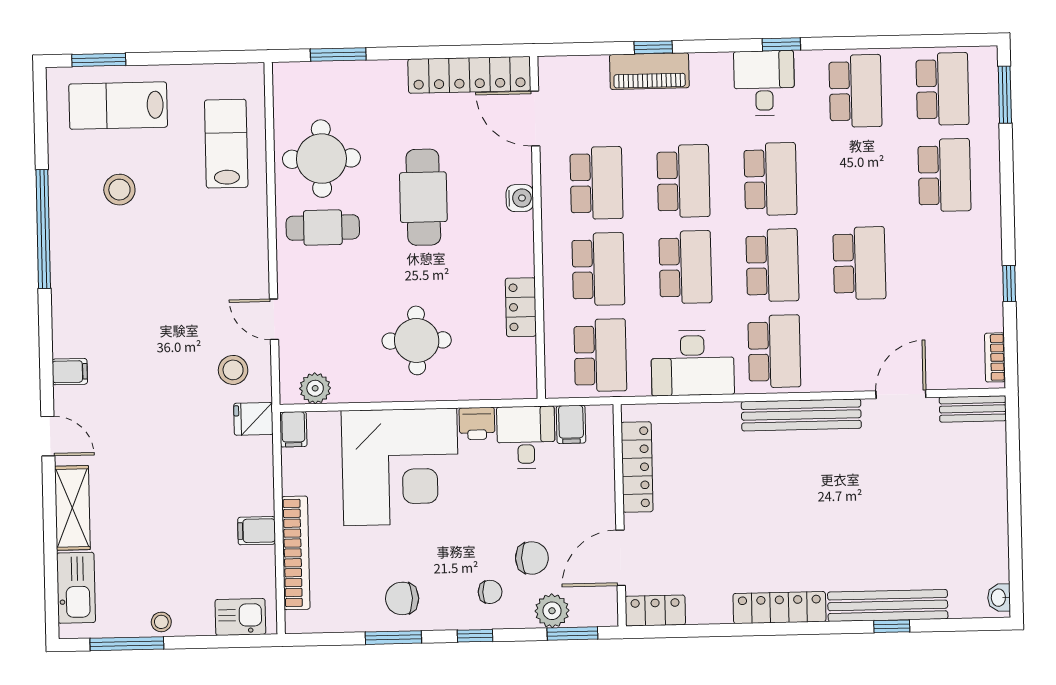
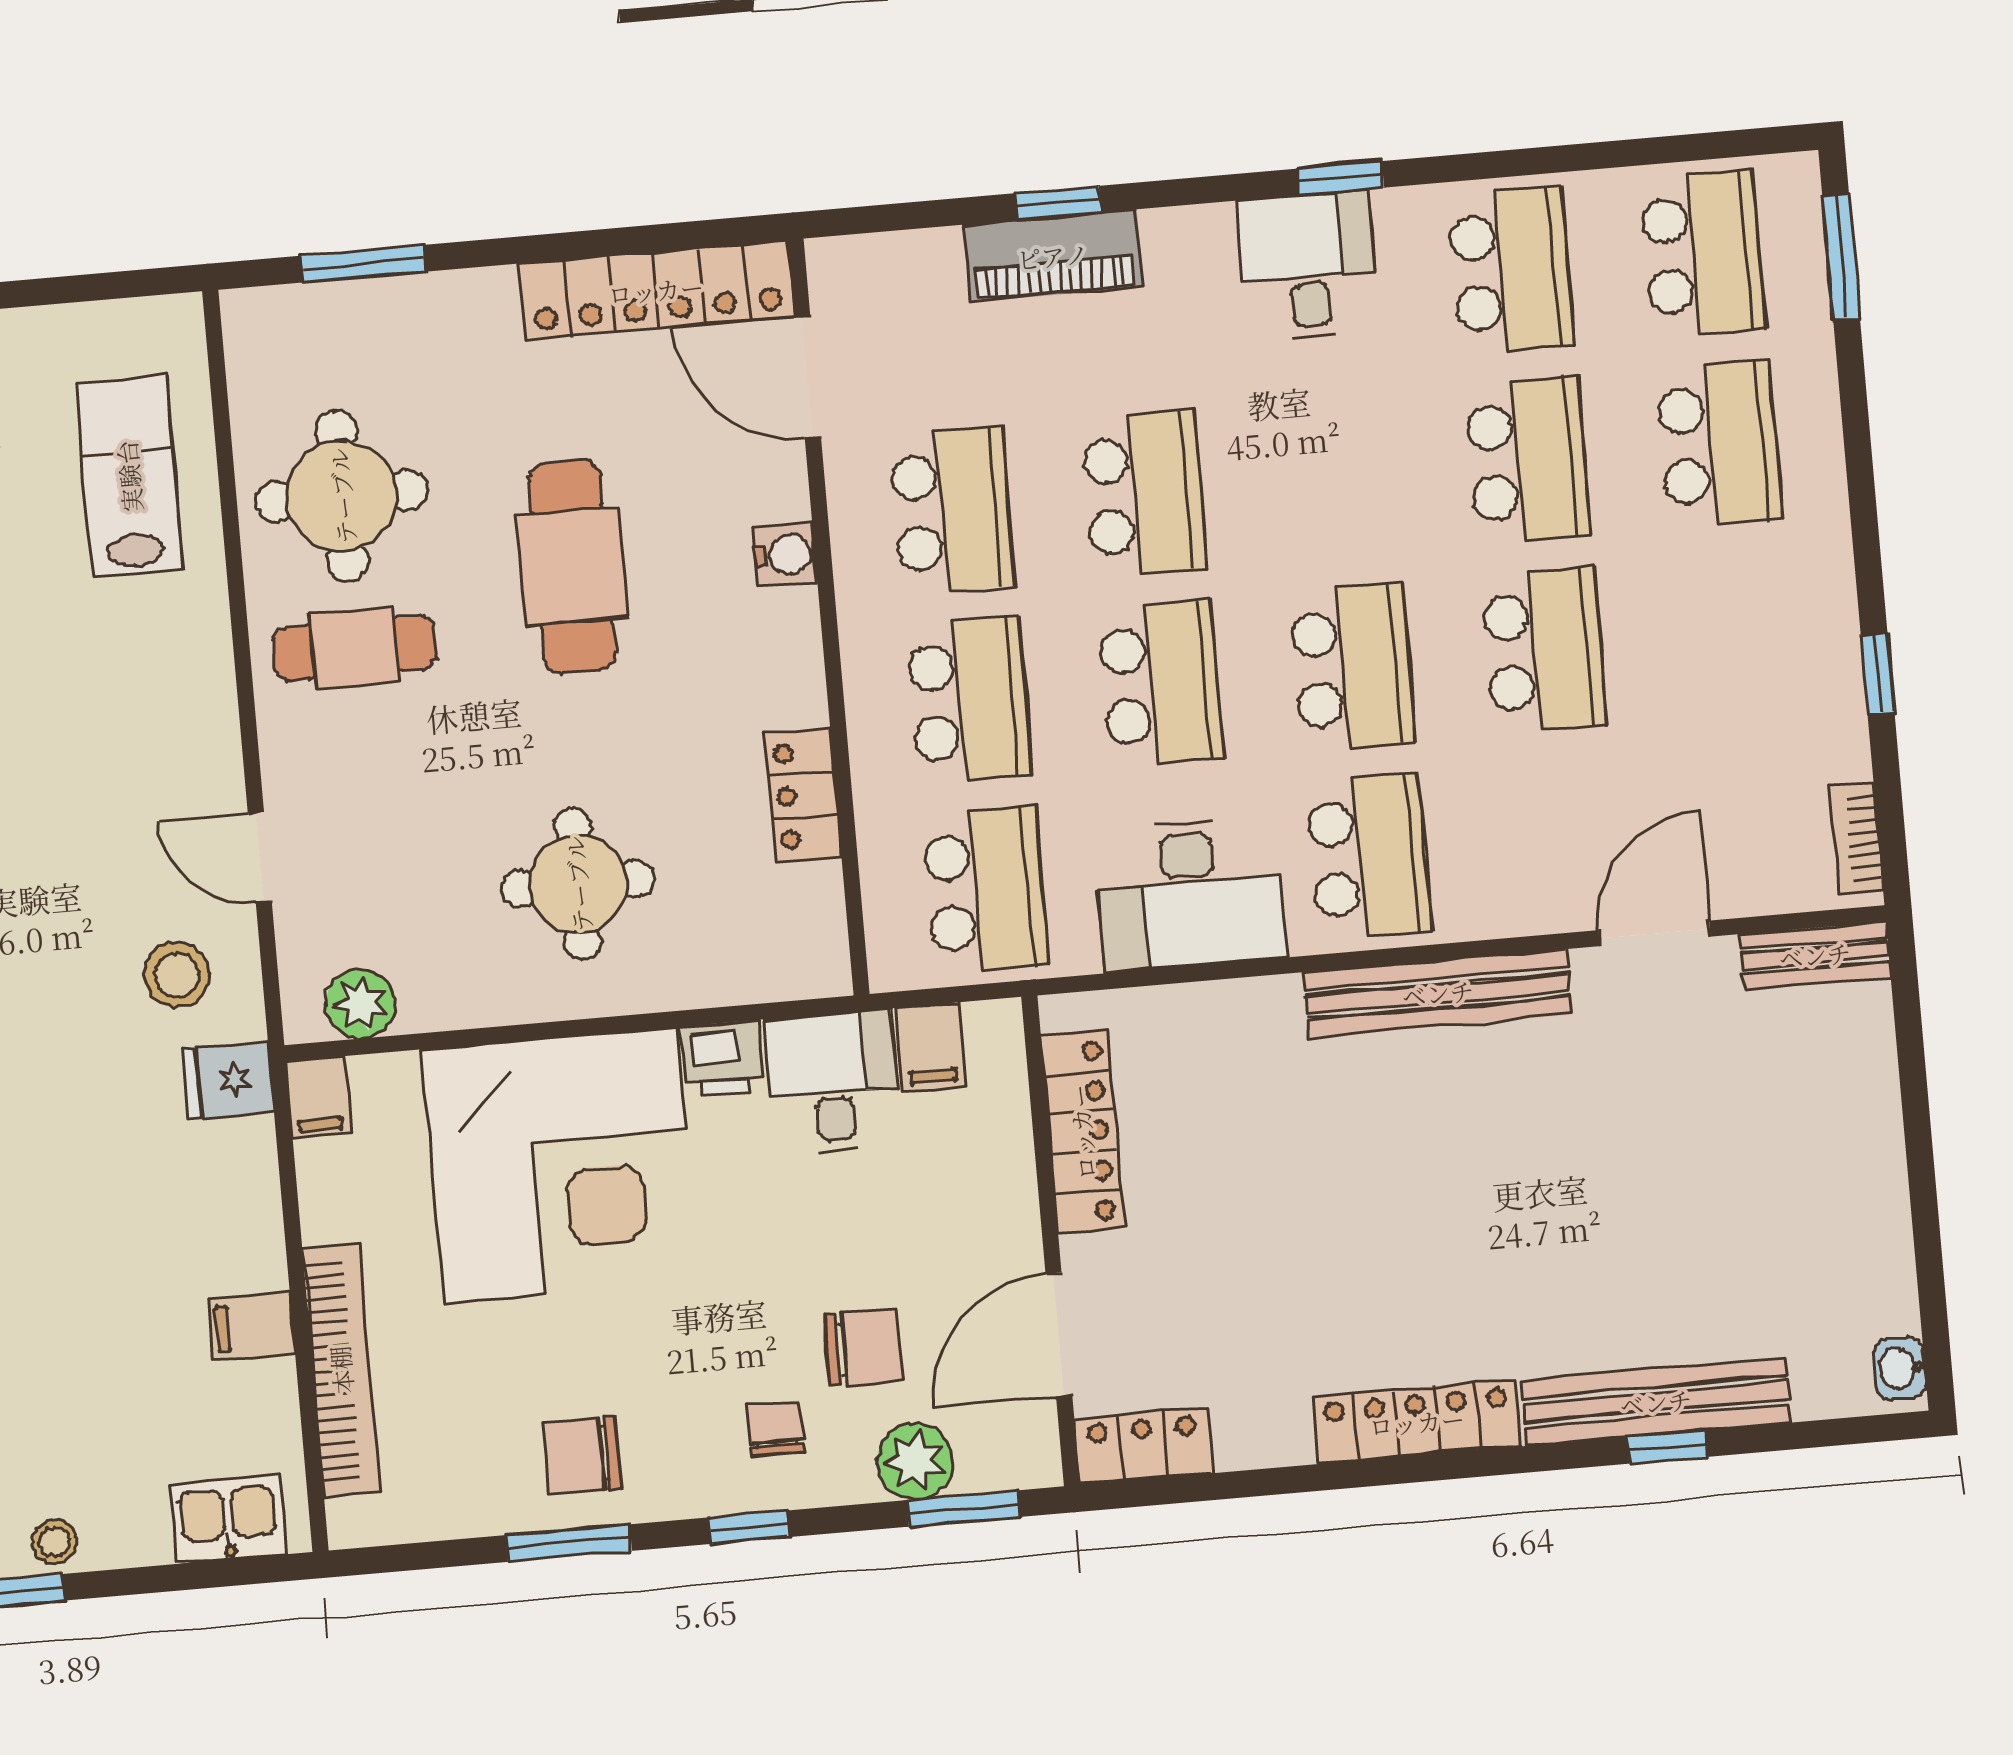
school desk: (770, 179) -> (1527, 460), moved
chair: (490, 592) -> (776, 1428), turned -90

